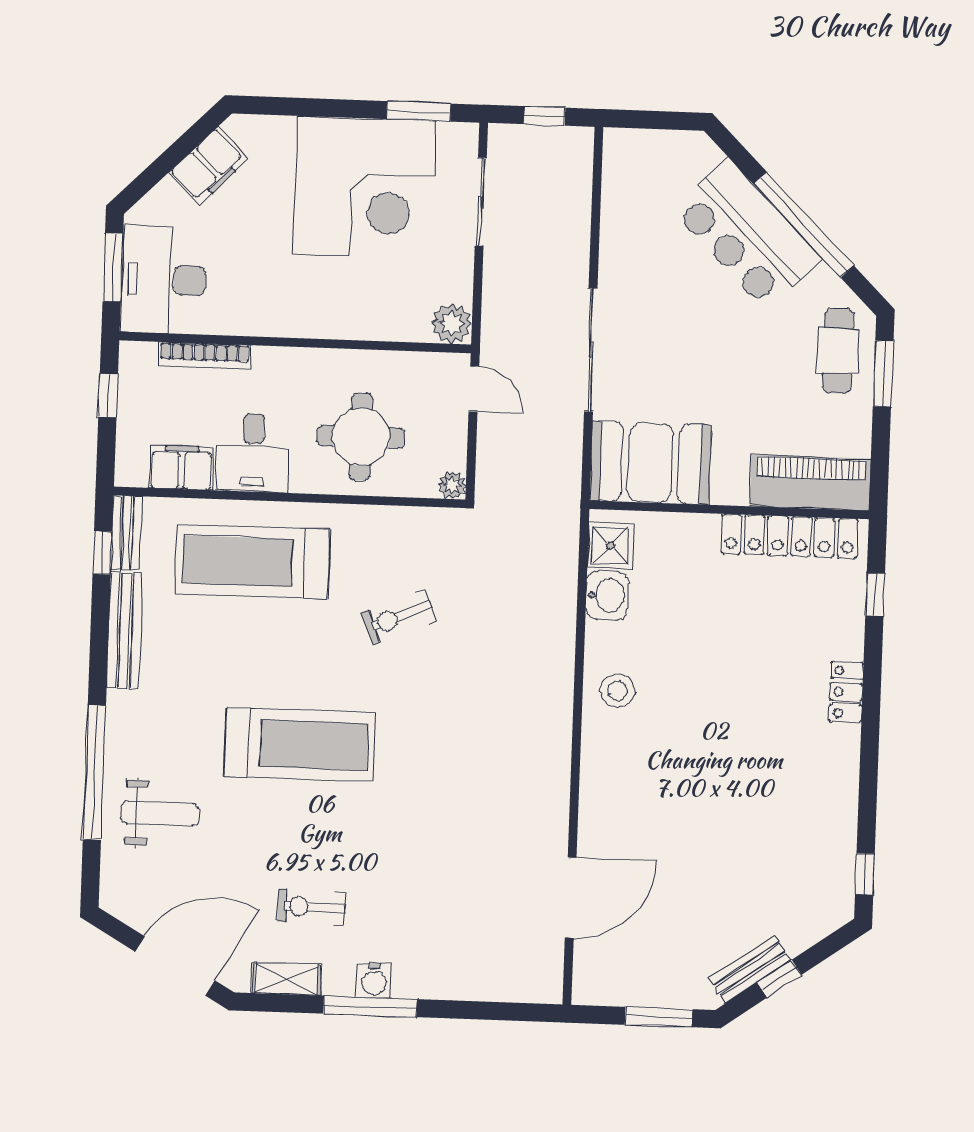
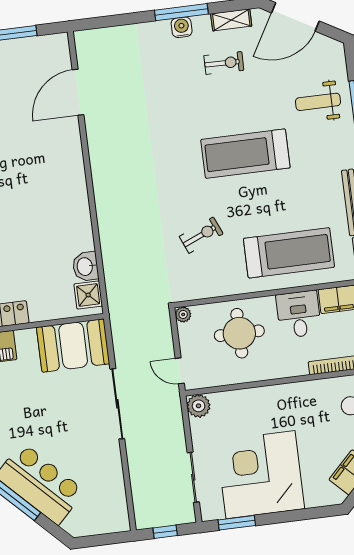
stool: (618, 691) -> (71, 214), removed

